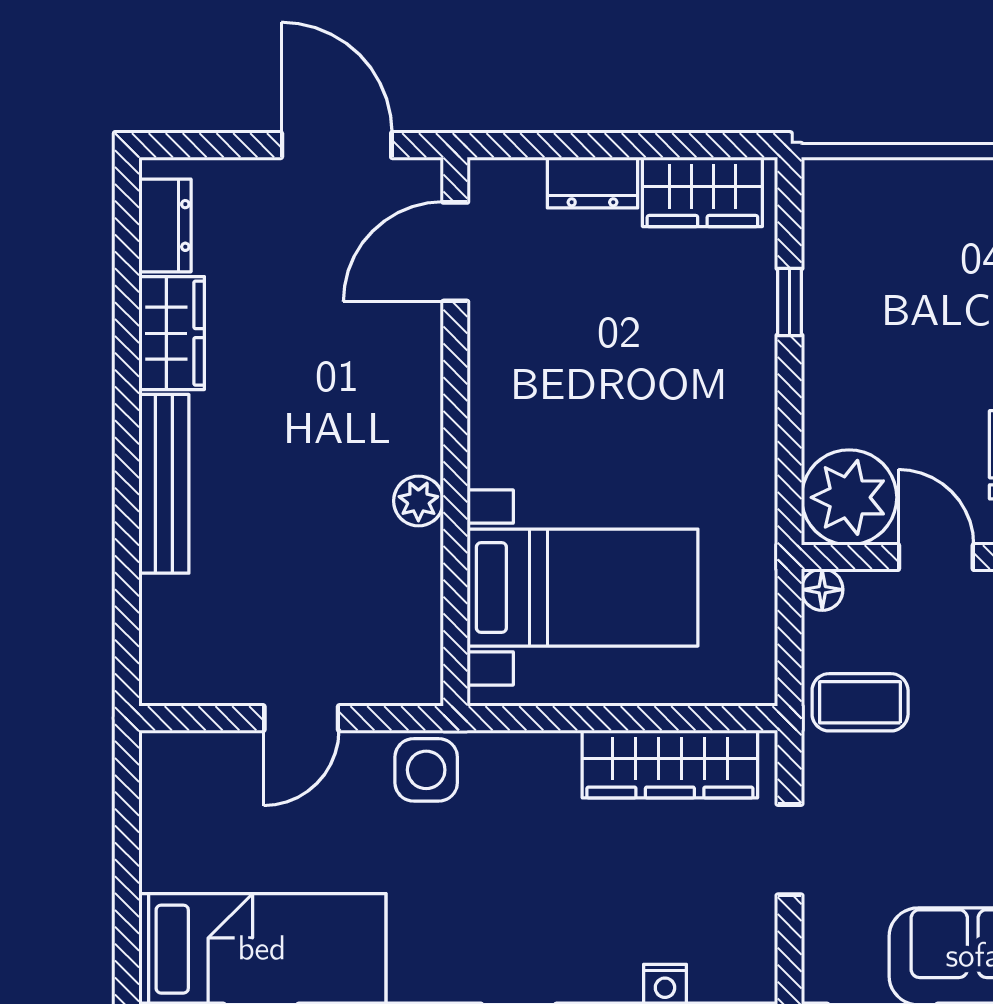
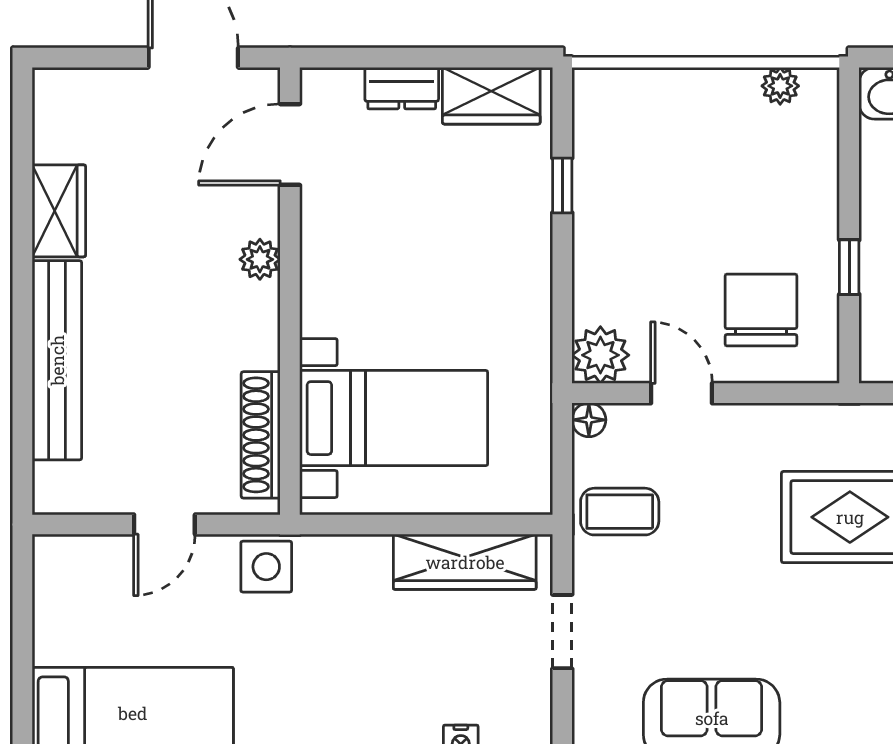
dresser: (165, 225) -> (53, 123), removed
bench: (164, 484) -> (57, 360), width x1.37, depth x1.21
plant: (849, 497) -> (600, 355), width x0.73, depth x0.73
plant: (418, 501) -> (260, 259), moved
shoe rack: (419, 608) -> (261, 435), added

